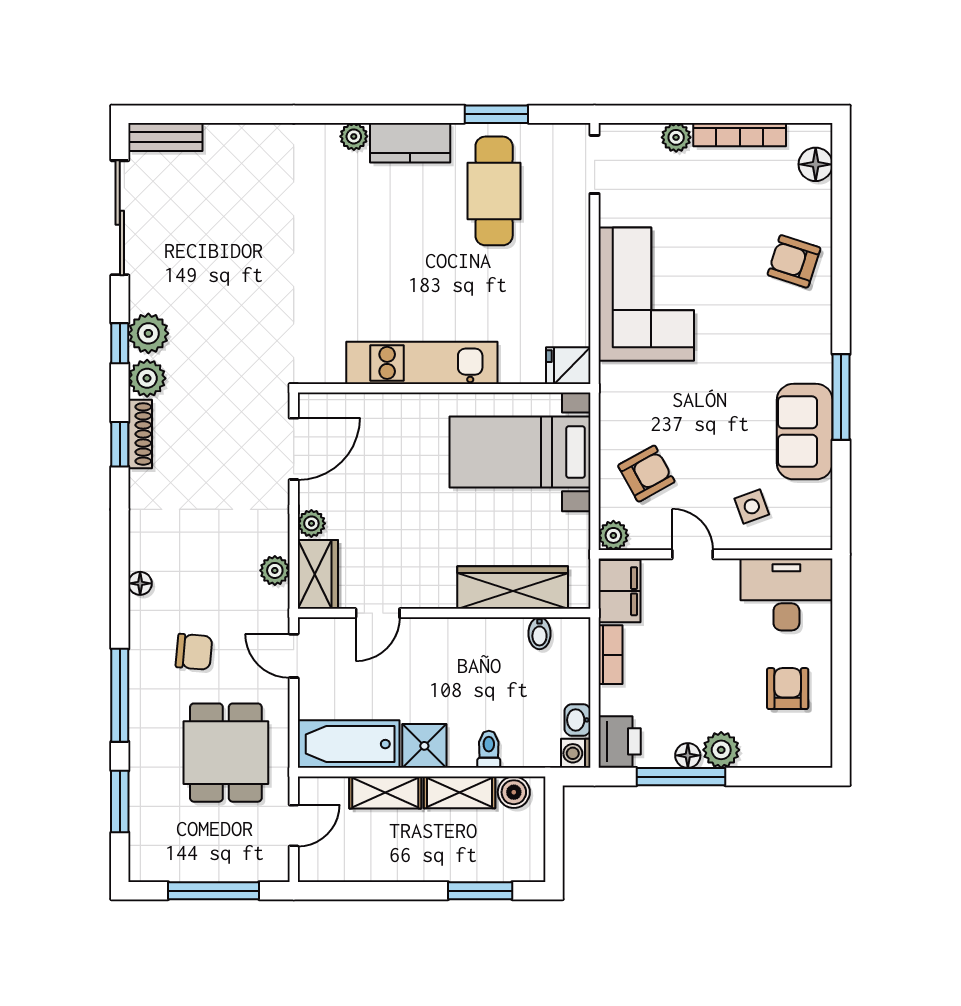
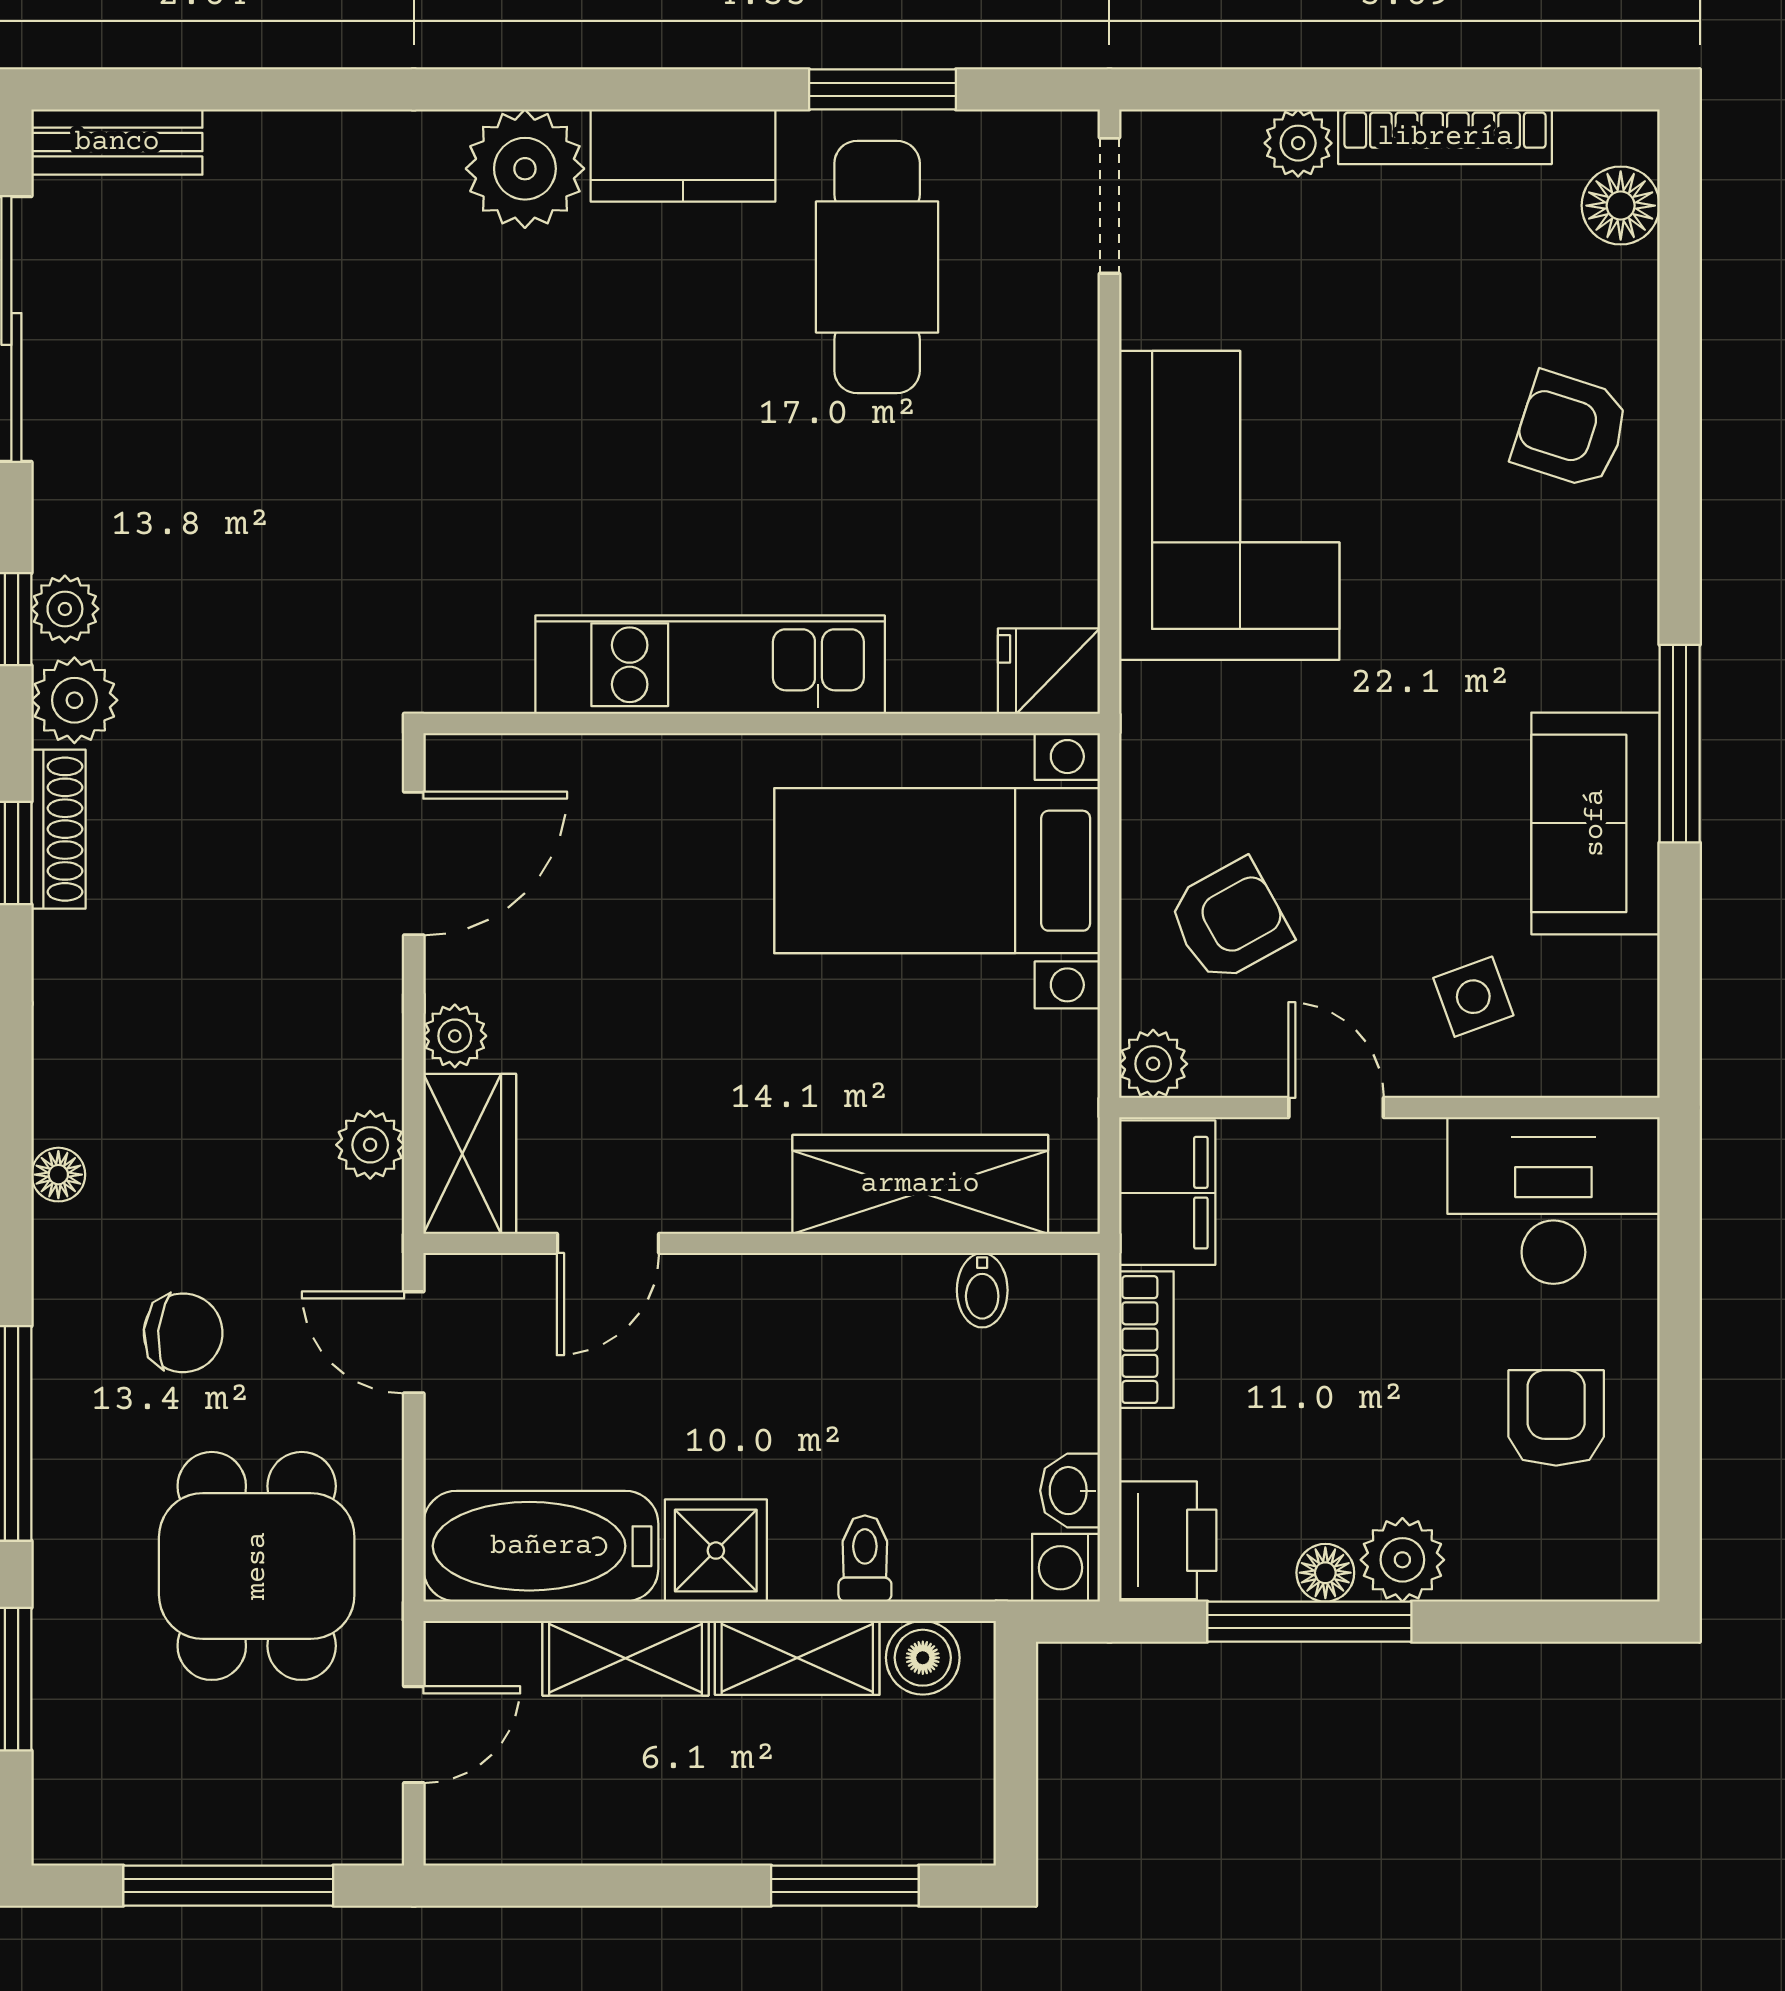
plant: (354, 136) -> (525, 169), width x1.87, depth x1.87
plant: (148, 333) -> (65, 609), width x0.73, depth x0.73

